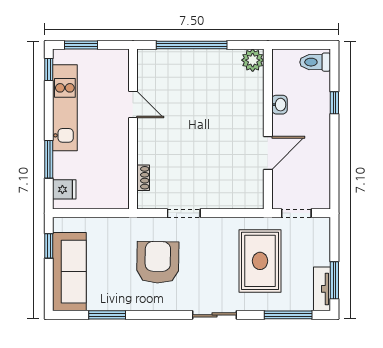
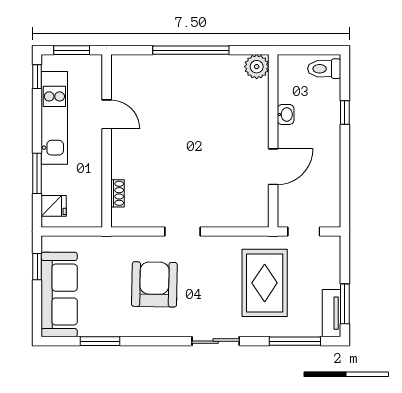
door: (133, 104) -> (107, 114), moved
wall: (133, 129) -> (107, 141), moved
shoe rack: (143, 178) -> (118, 193), moved

